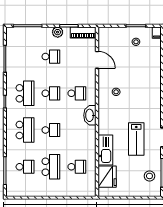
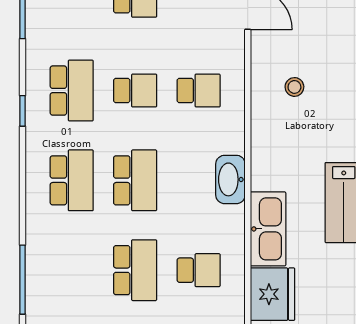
washbasin: (90, 115) -> (230, 179), moved
school desk: (51, 130) -> (135, 180), width x1.85
school desk: (25, 167) -> (72, 270), removed

